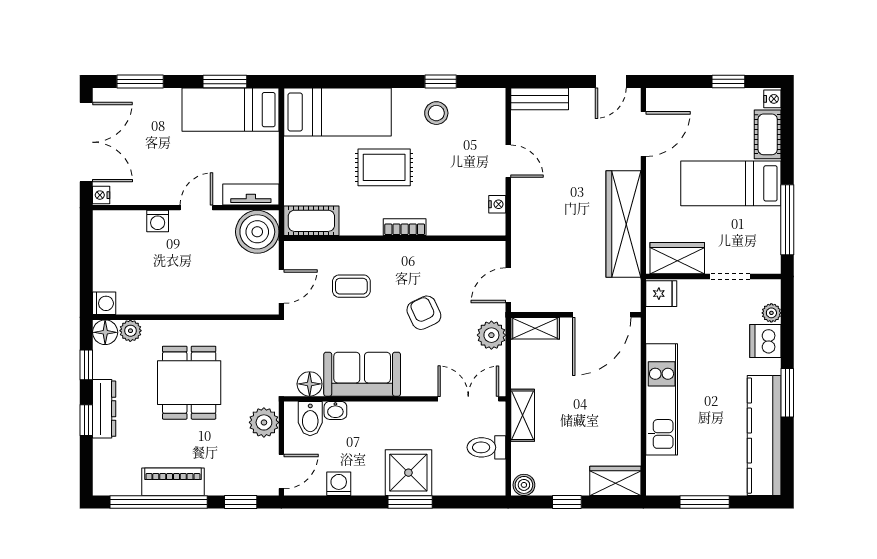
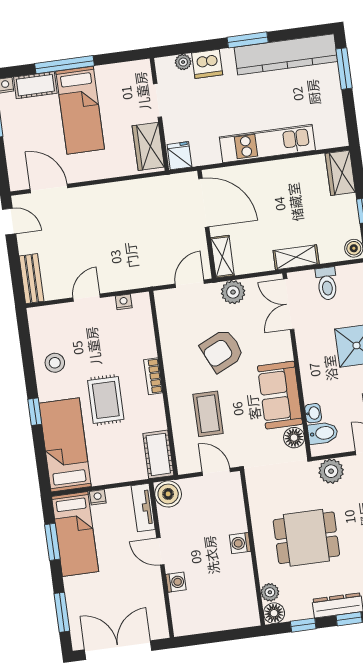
window: (441, 82) -> (35, 412), moved
nightstand: (101, 195) -> (98, 497), moved, turned 180
window: (787, 220) -> (64, 65), moved
wardrobe: (623, 224) -> (126, 195), removed
boiler: (257, 232) -> (168, 494), width x0.73, depth x0.73
door: (508, 285) -> (190, 284), swing flipped
coffee table: (351, 286) -> (208, 414), width x1.36, depth x1.30
washing machine: (104, 303) -> (240, 543), moved, turned -90
armchair: (424, 313) -> (222, 351), width x1.38, depth x1.38
window: (705, 502) -> (344, 69), moved

